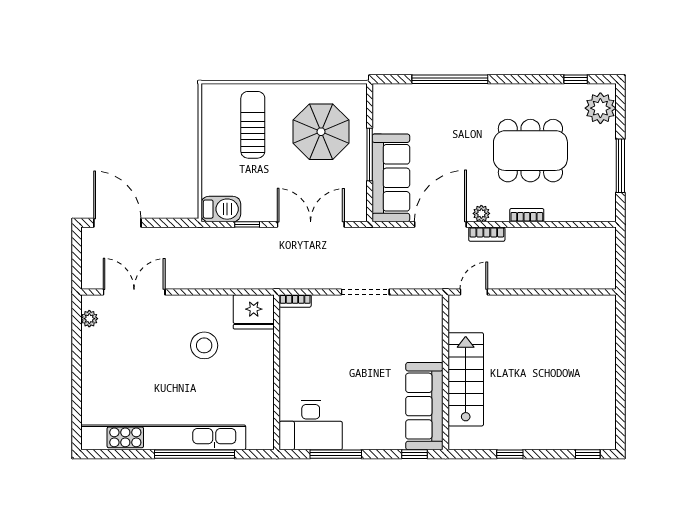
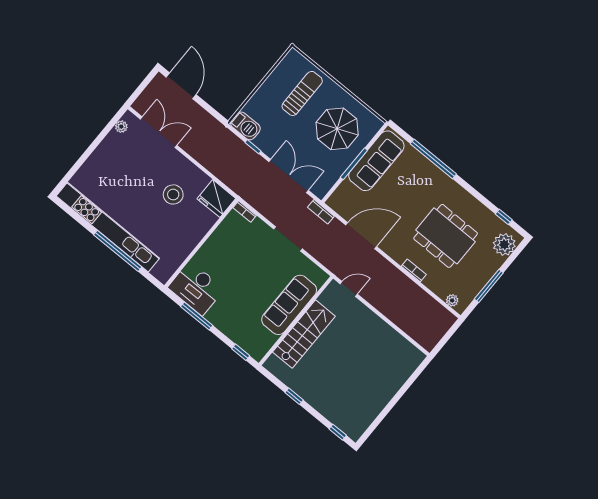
sofa: (391, 178) -> (376, 161), moved
plant: (481, 213) -> (452, 300), moved
bookcase: (487, 234) -> (321, 212), moved
sofa: (424, 406) -> (289, 305), moved

